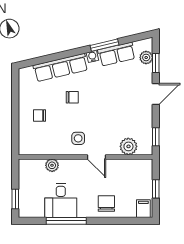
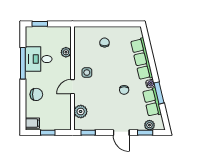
chair: (72, 97) -> (124, 90), moved

